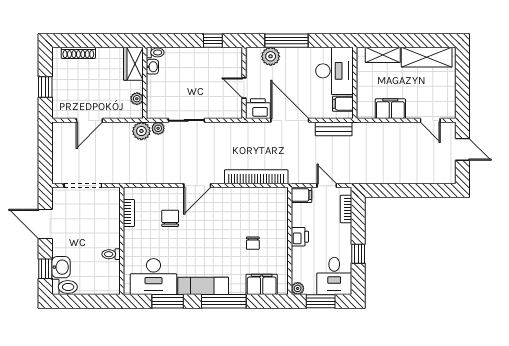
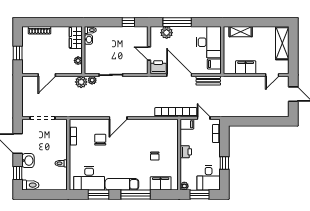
shelving: (427, 57) -> (282, 43), moved, turned 90
door: (430, 120) -> (272, 75), hinge flipped
bookcase: (256, 177) -> (176, 112), moved
washbasin: (61, 267) -> (28, 161), moved

